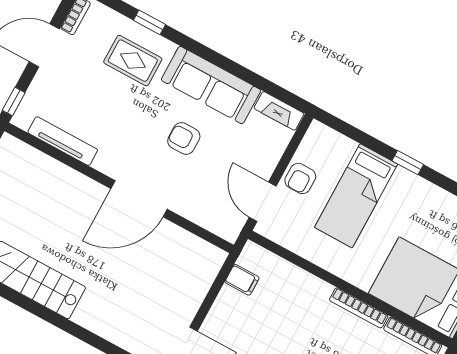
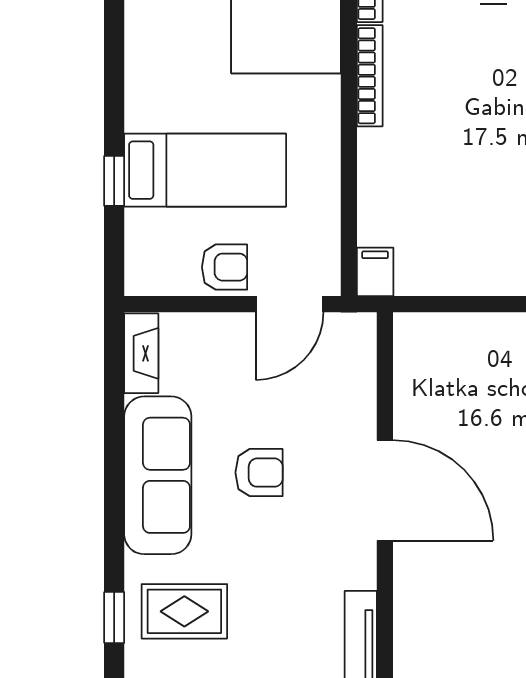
rug: (133, 61) -> (184, 611), turned 90
armchair: (184, 138) -> (259, 473), turned -90
window: (408, 163) -> (114, 181), moved
filing cabinet: (242, 280) -> (375, 272), moved

